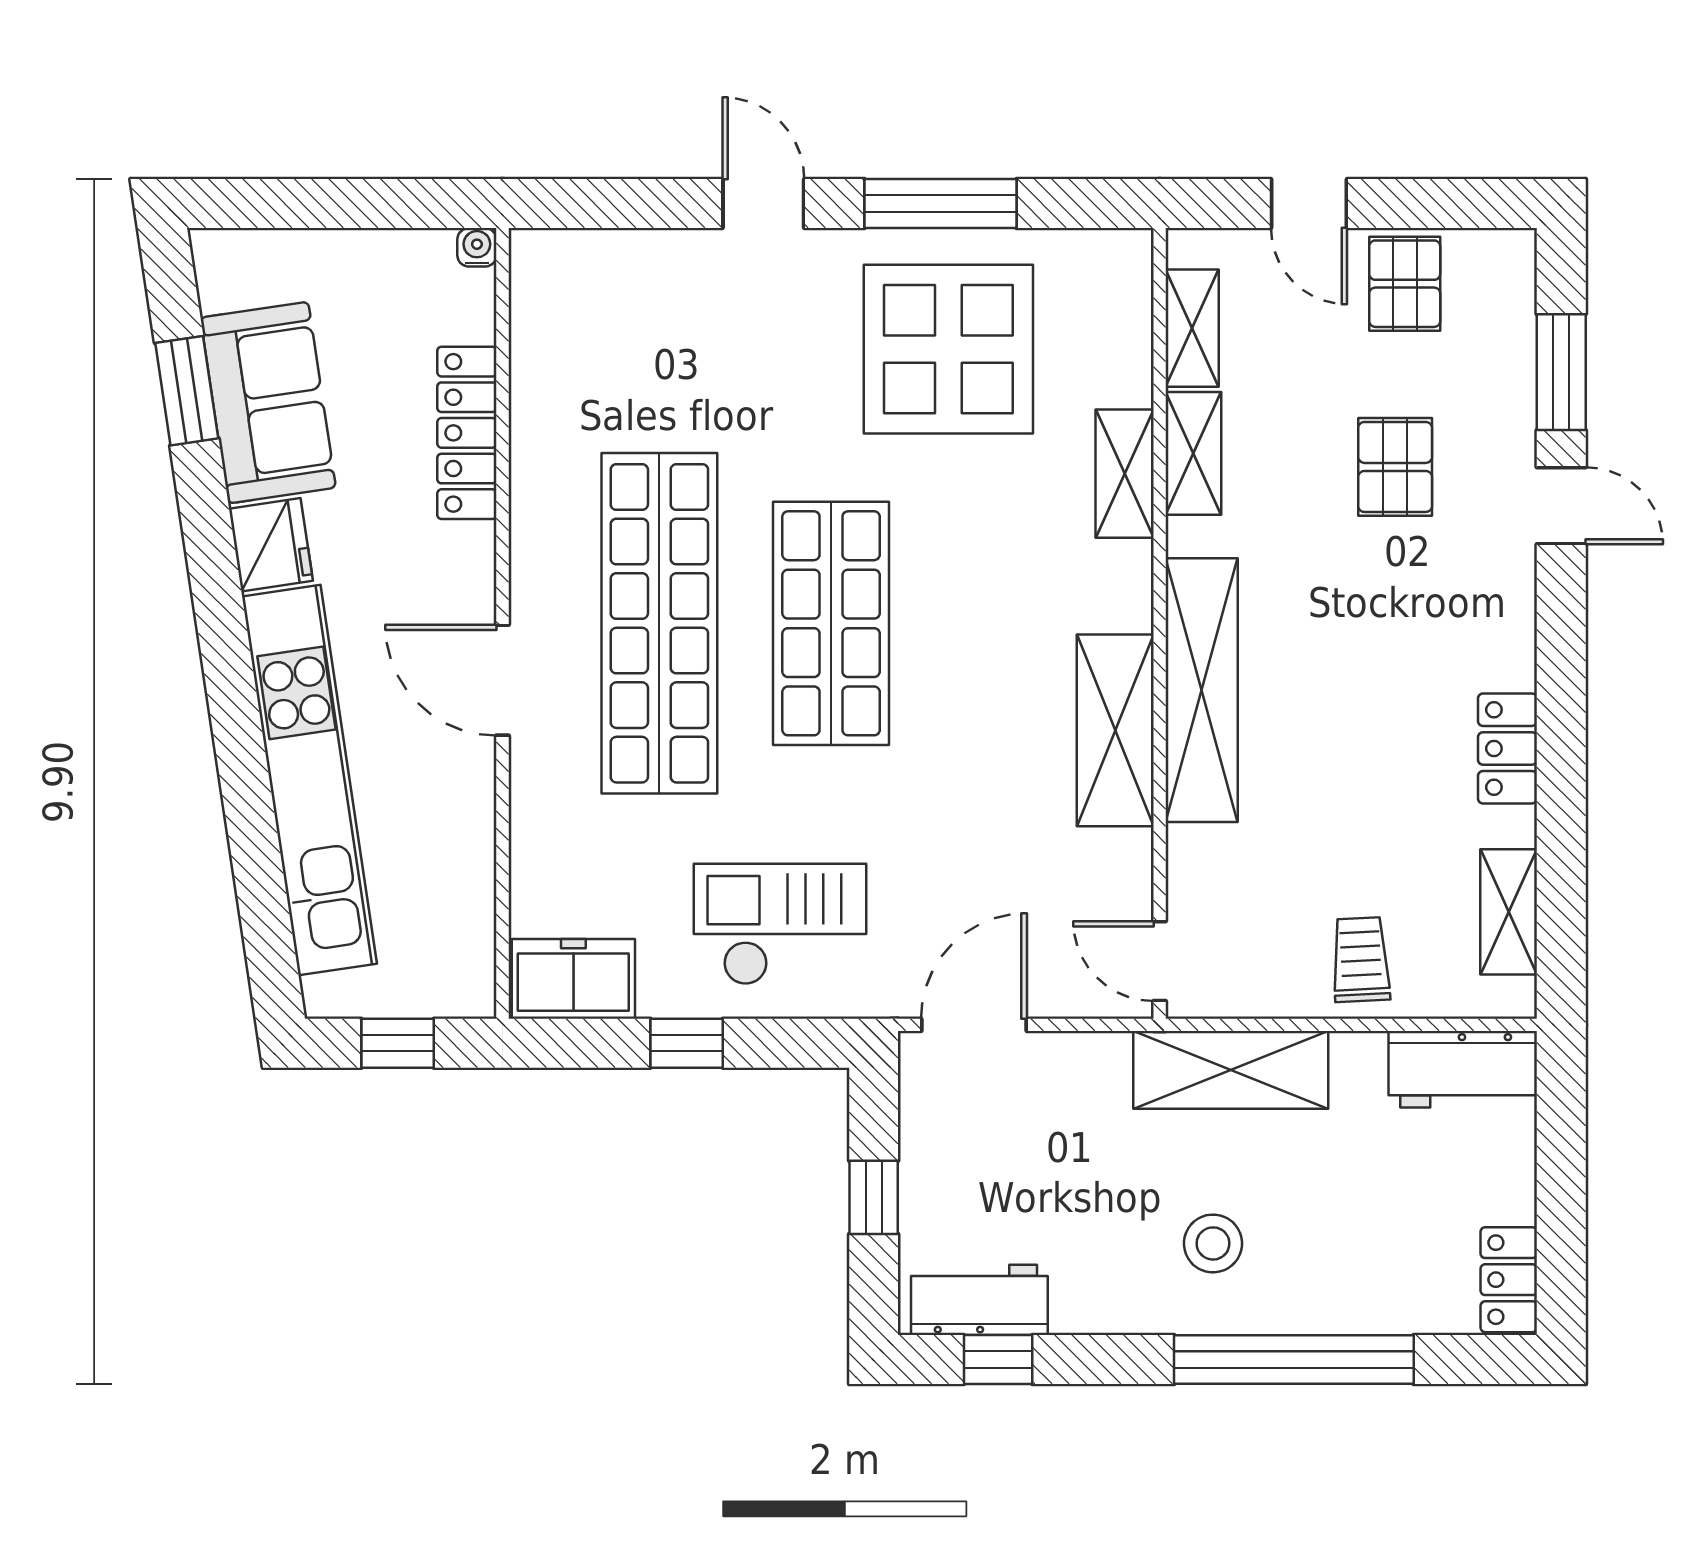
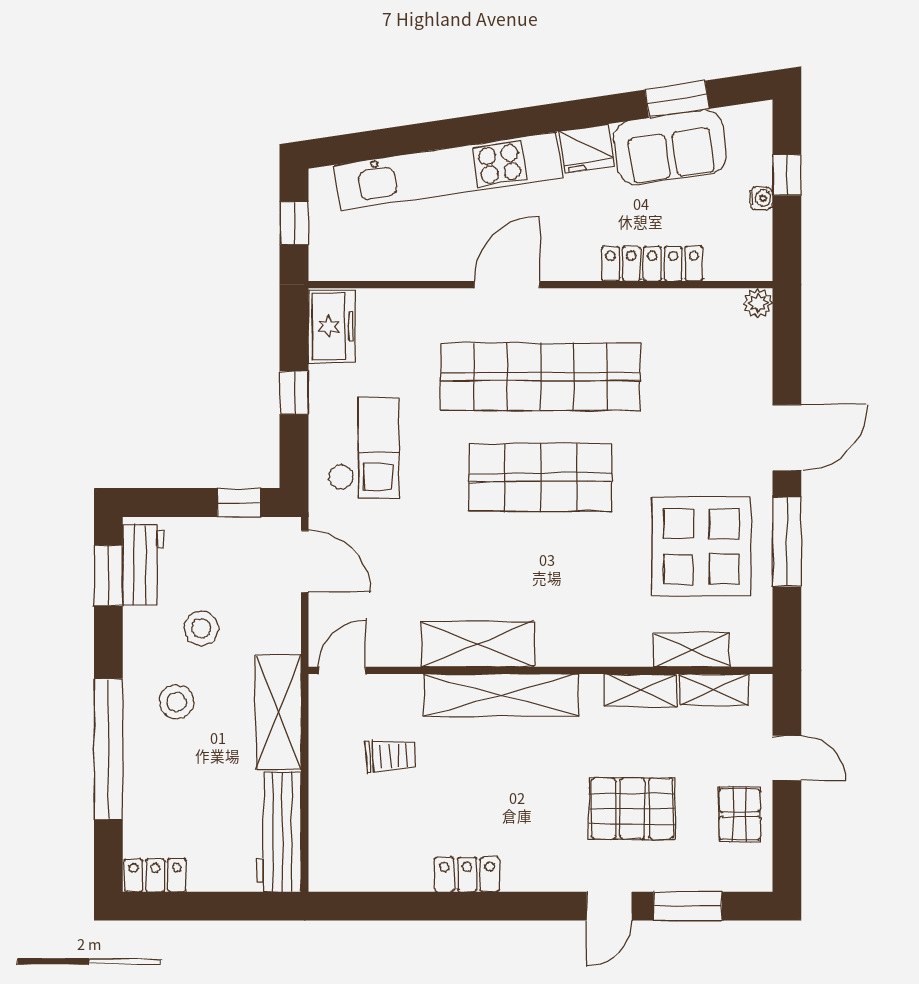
window: (316, 204) -> (787, 175), added
door: (763, 204) -> (787, 438), width x1.37
door: (1309, 204) -> (787, 758), swing flipped
water cooler: (477, 247) -> (761, 198), moved
plant: (534, 253) -> (758, 303), added
pallet: (1405, 284) -> (740, 814), turned 90
pallet: (1395, 467) -> (632, 809), width x1.50, depth x1.42
shelving: (1125, 474) -> (691, 650), moved
shelving: (1509, 912) -> (371, 875), removed
trolley: (1361, 960) -> (390, 756), moved
workbench: (1463, 1069) -> (279, 832), width x1.38
window: (874, 1197) -> (239, 502), moved
stool: (1088, 1201) -> (201, 628), added
window: (998, 1360) -> (108, 576), width x1.50

